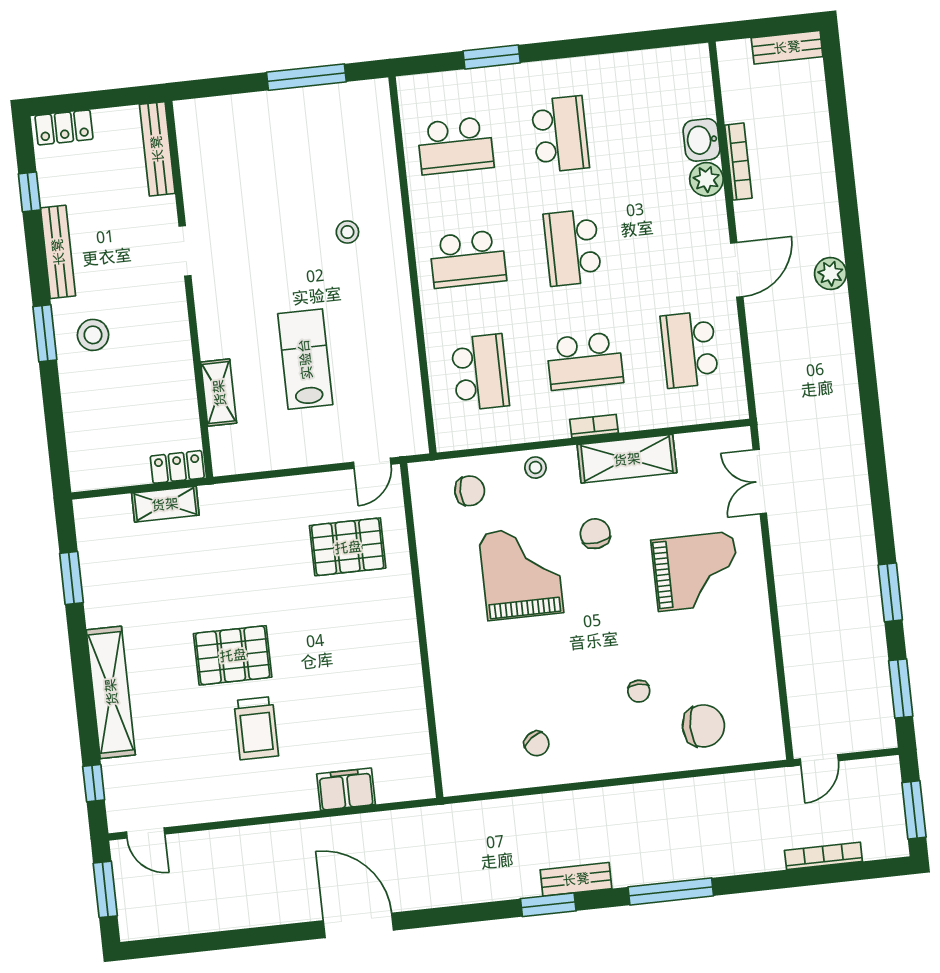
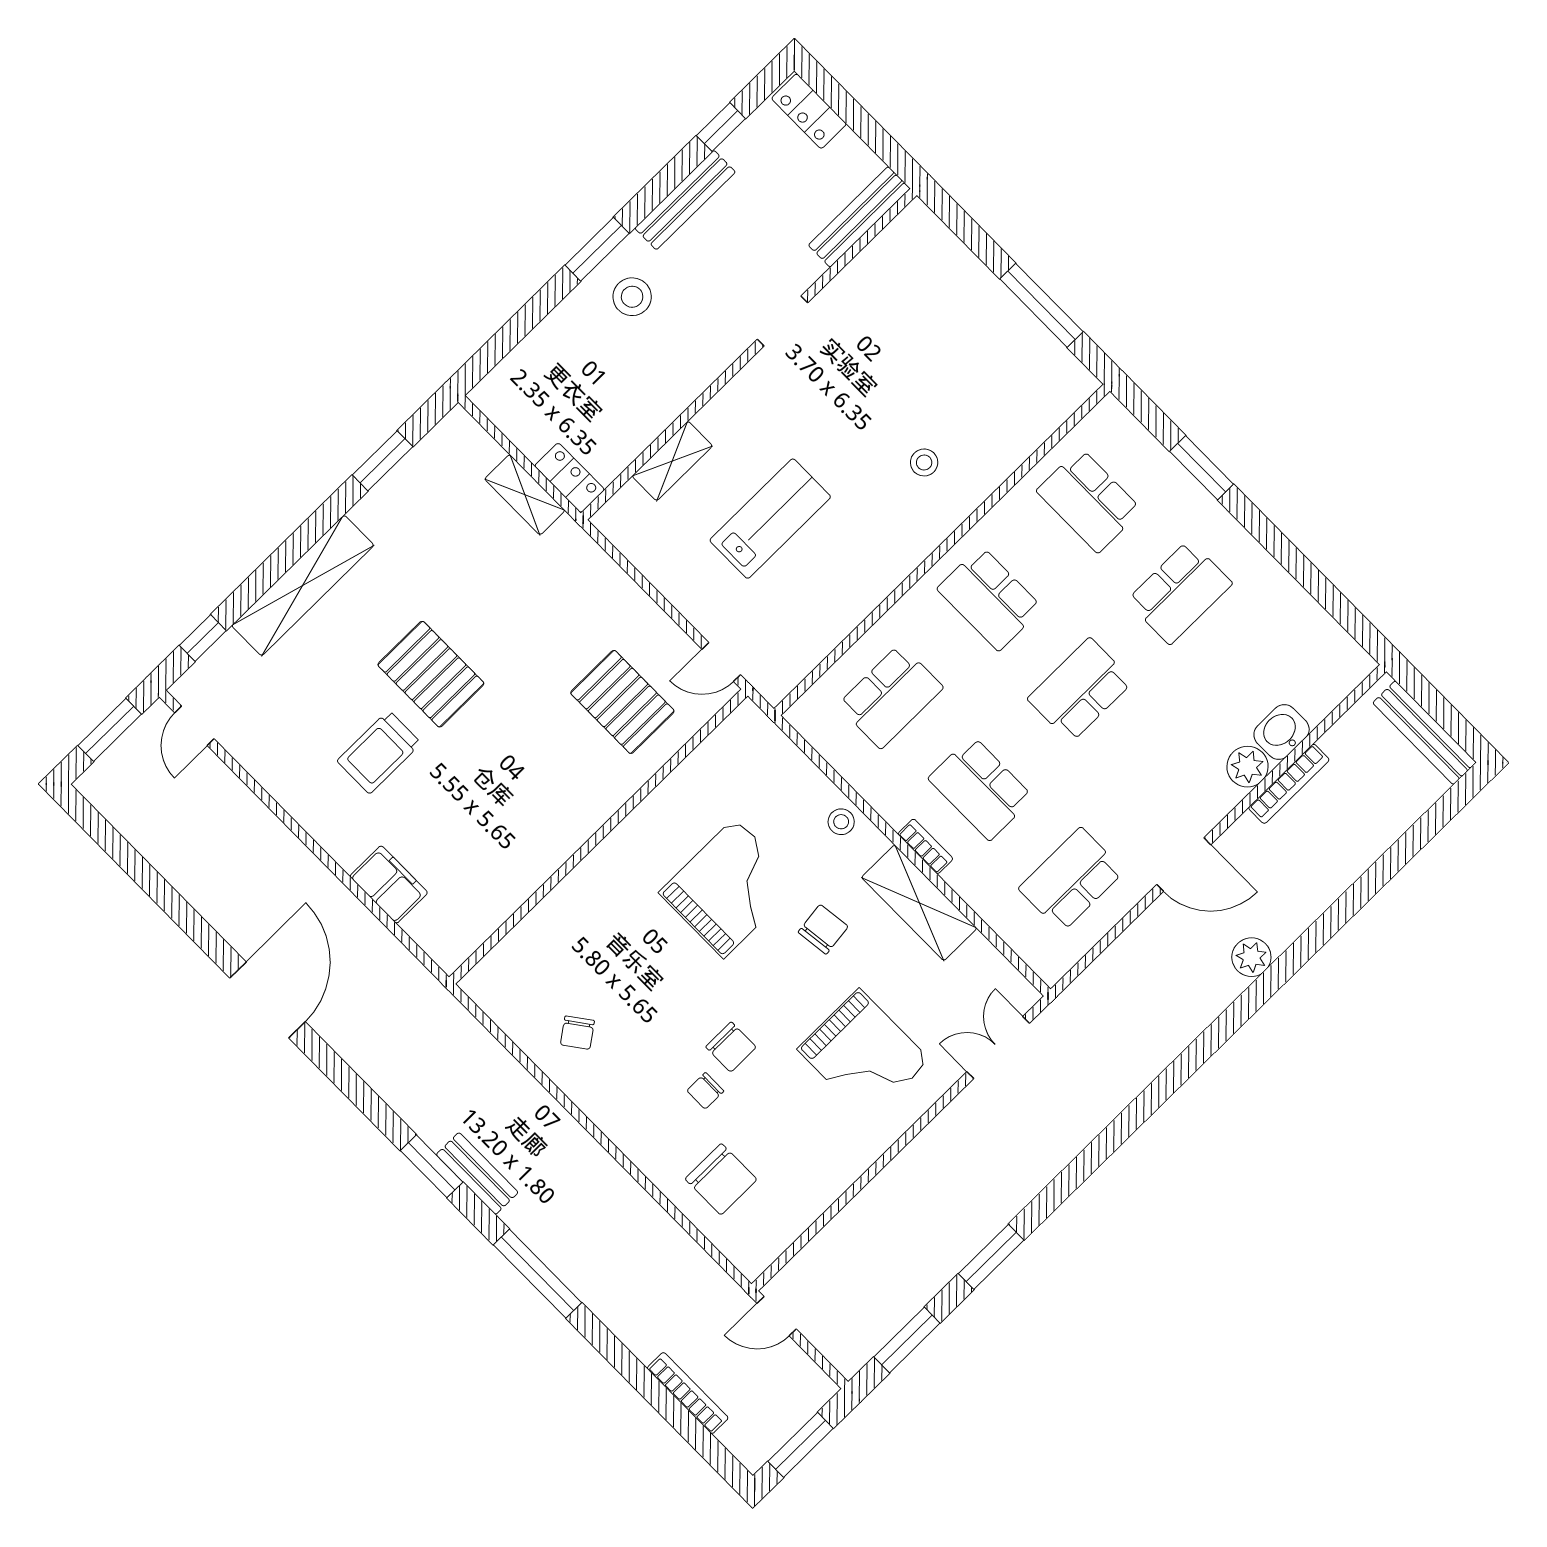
bench: (787, 47) -> (1425, 733), width x1.36
chair: (470, 491) -> (731, 1047), moved

